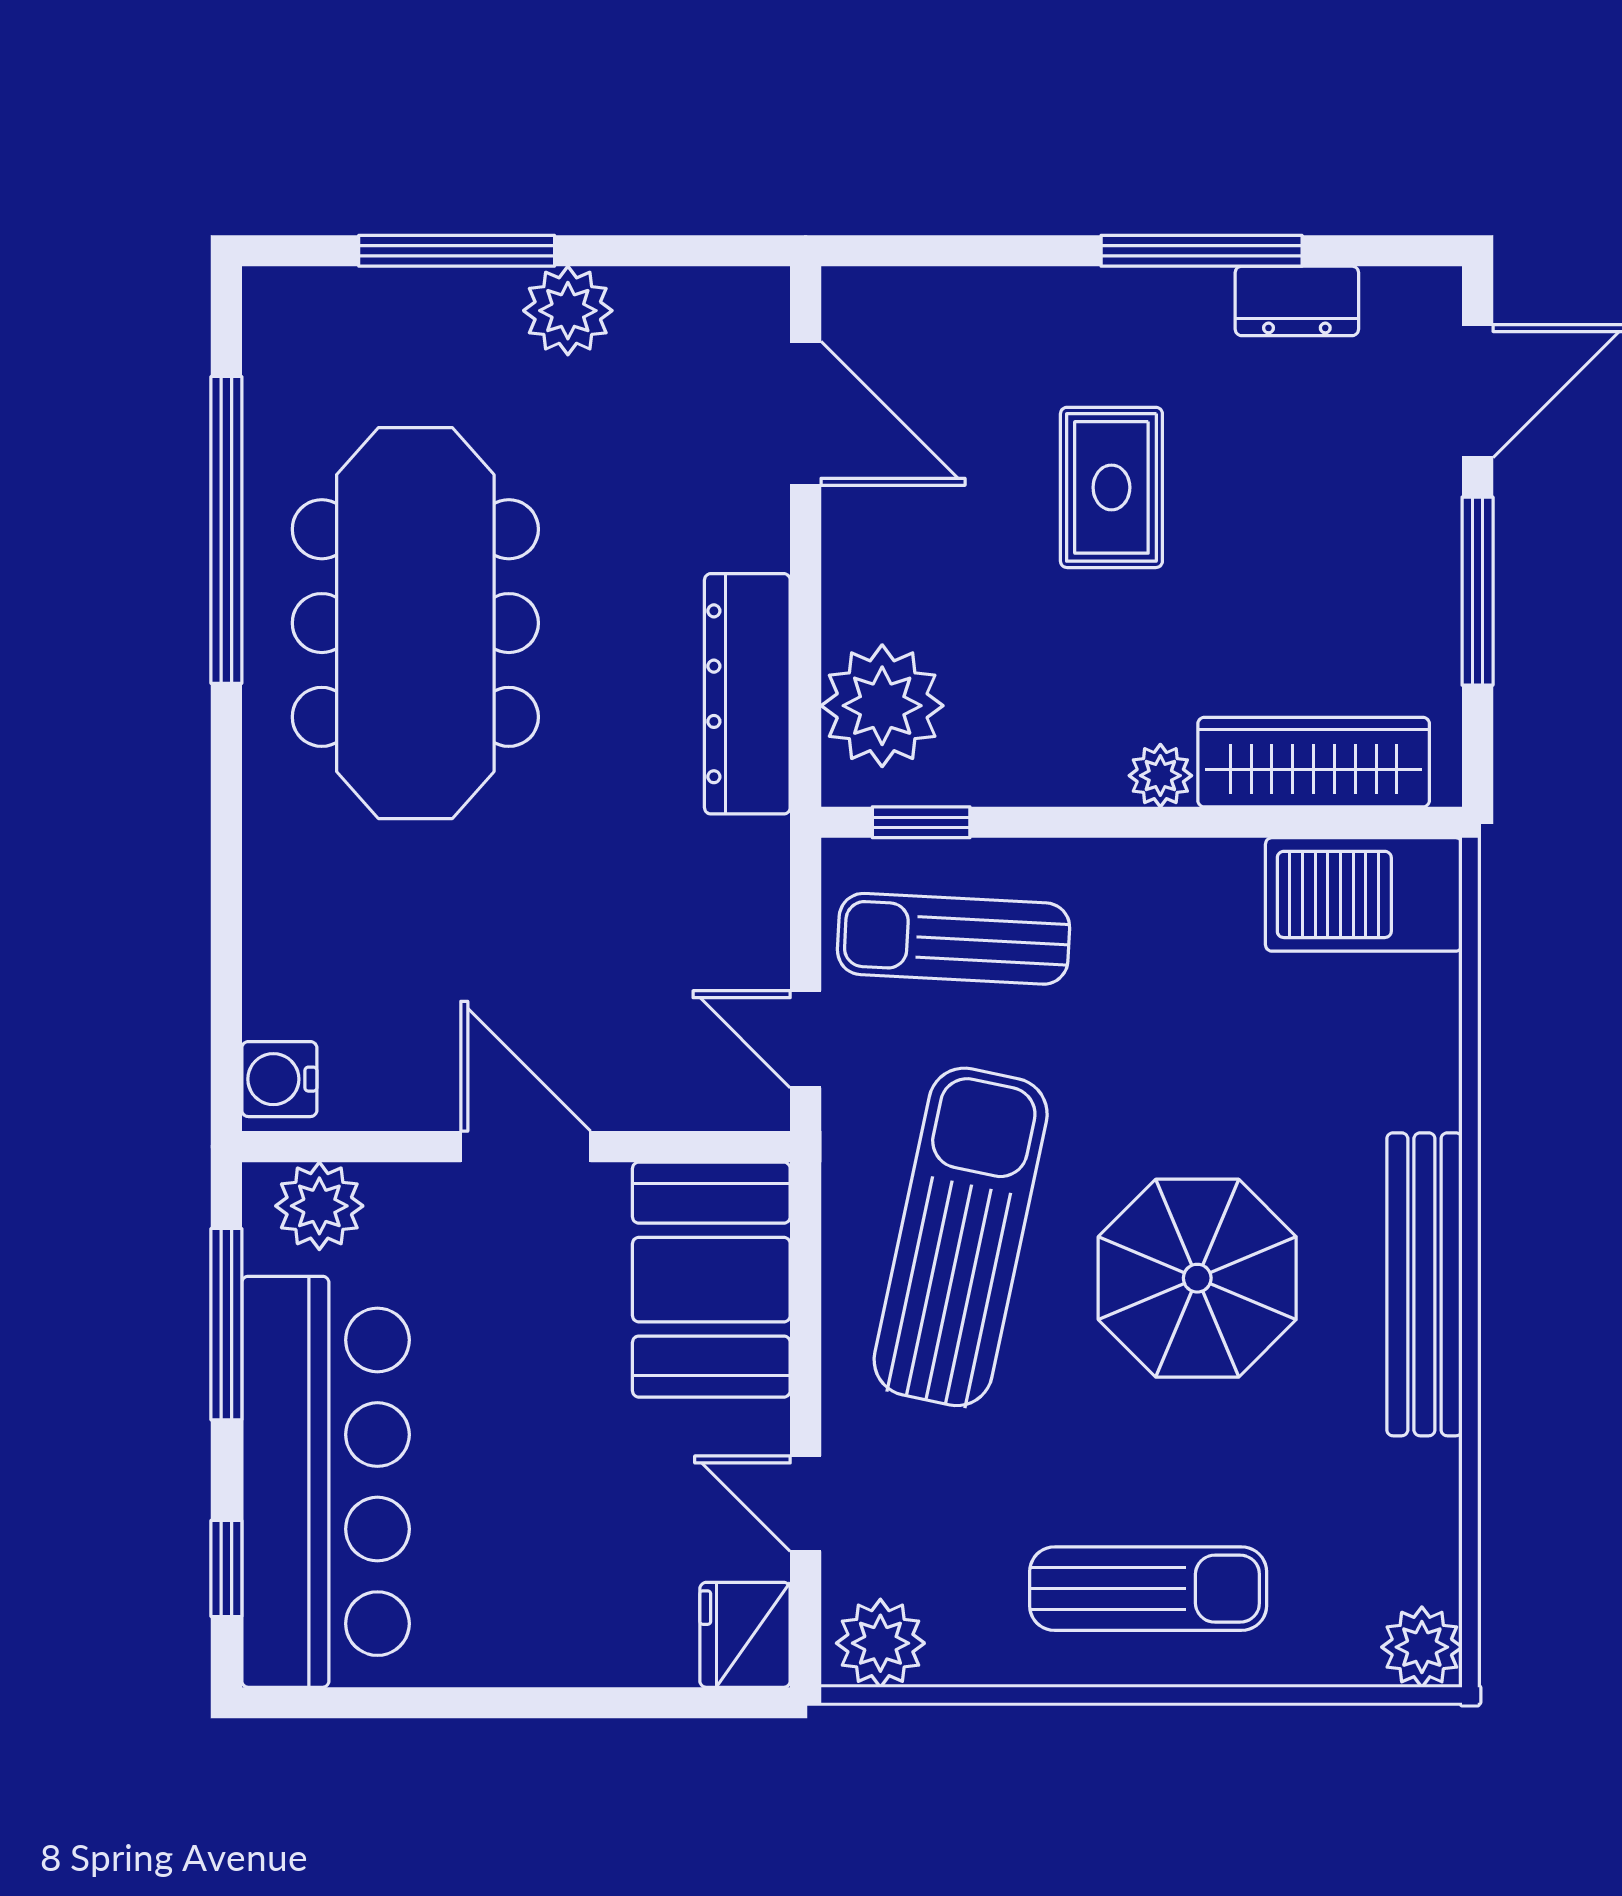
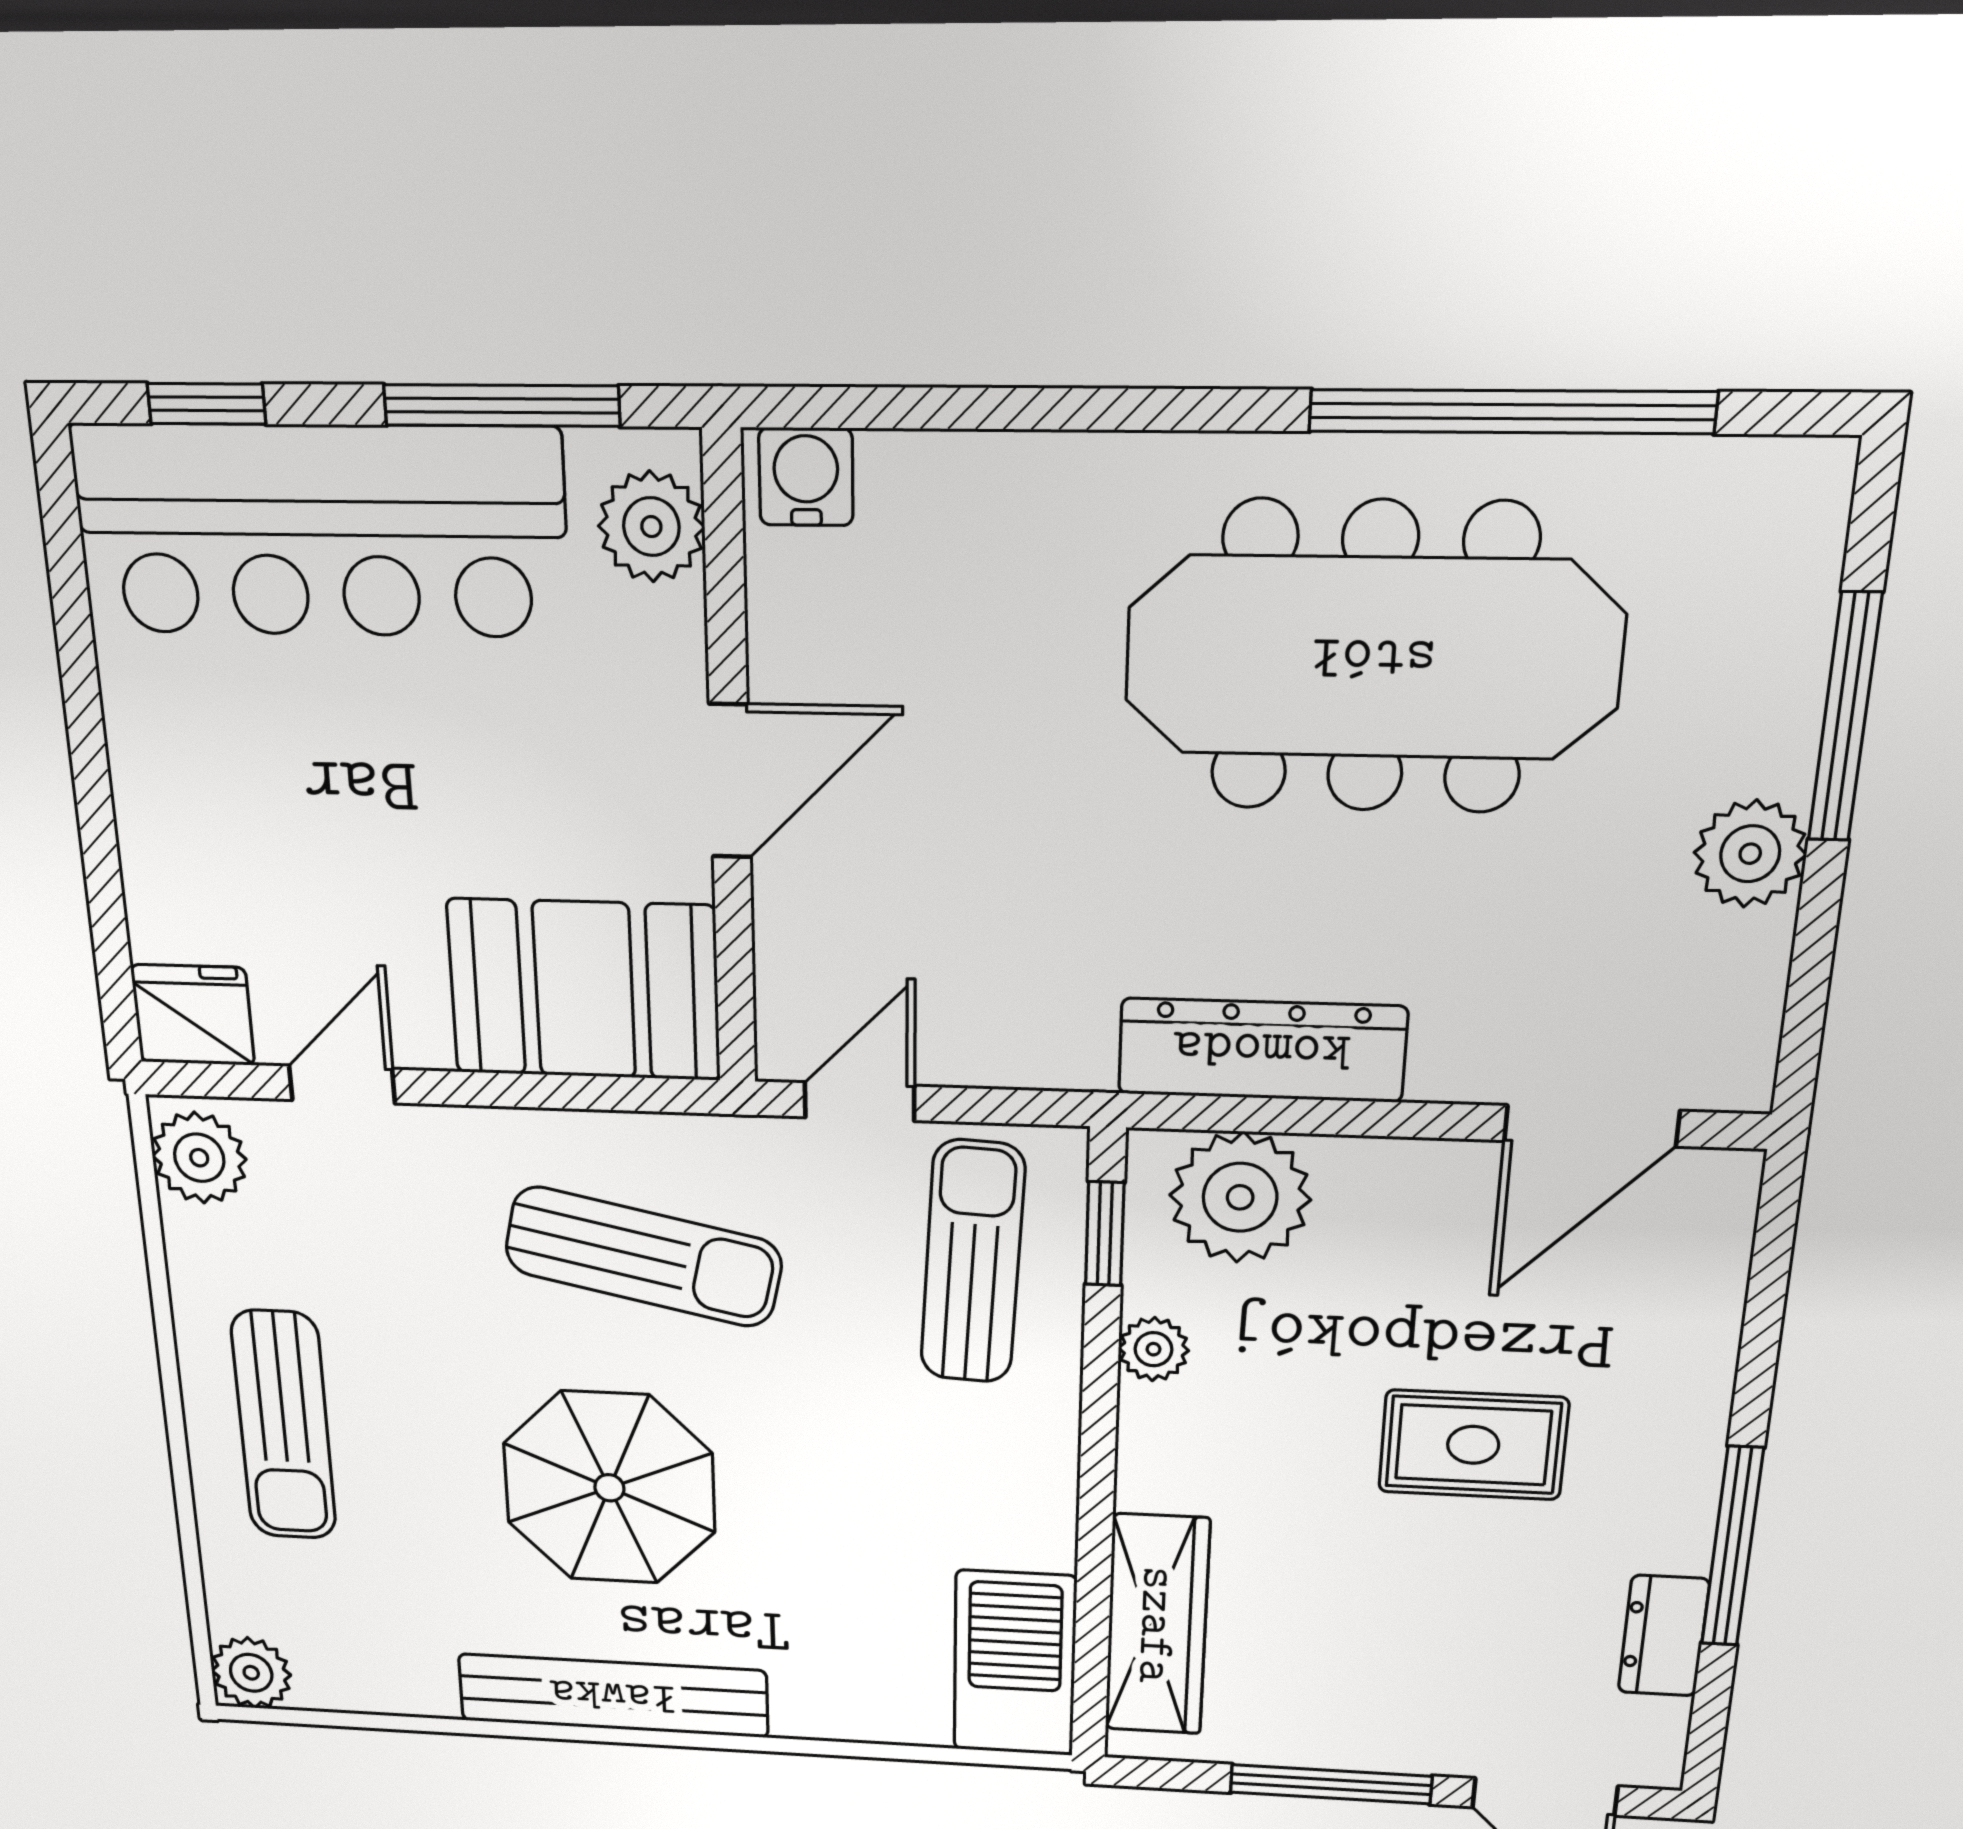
plant: (1160, 776) -> (1153, 1349), moved
sun lounger: (961, 1237) -> (643, 1257), width x0.73, depth x0.75

